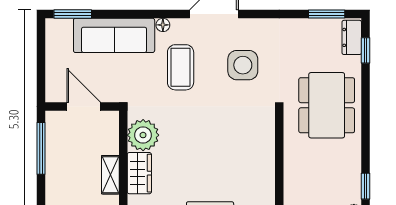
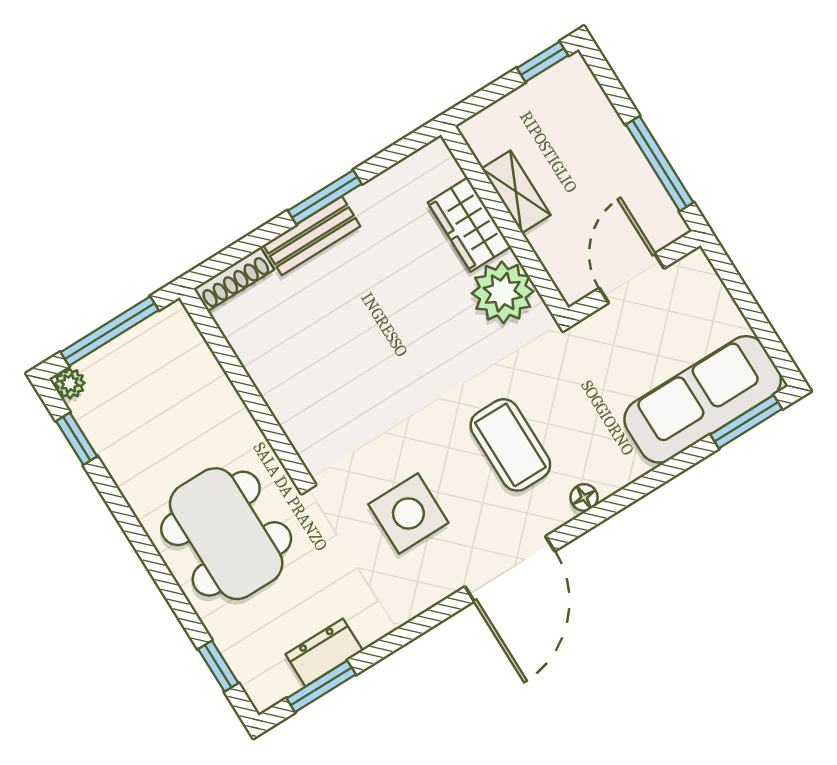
sofa: (114, 35) -> (703, 399), moved
dresser: (352, 37) -> (324, 652), moved, turned -90
door: (84, 107) -> (632, 278), swing flipped

